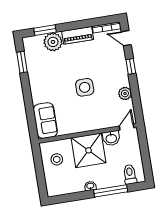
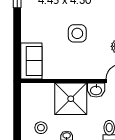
stool: (57, 159) -> (41, 128), moved

